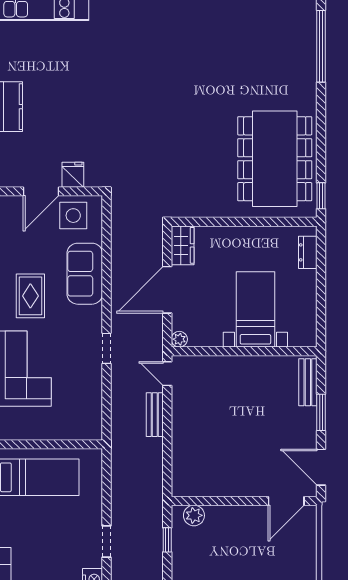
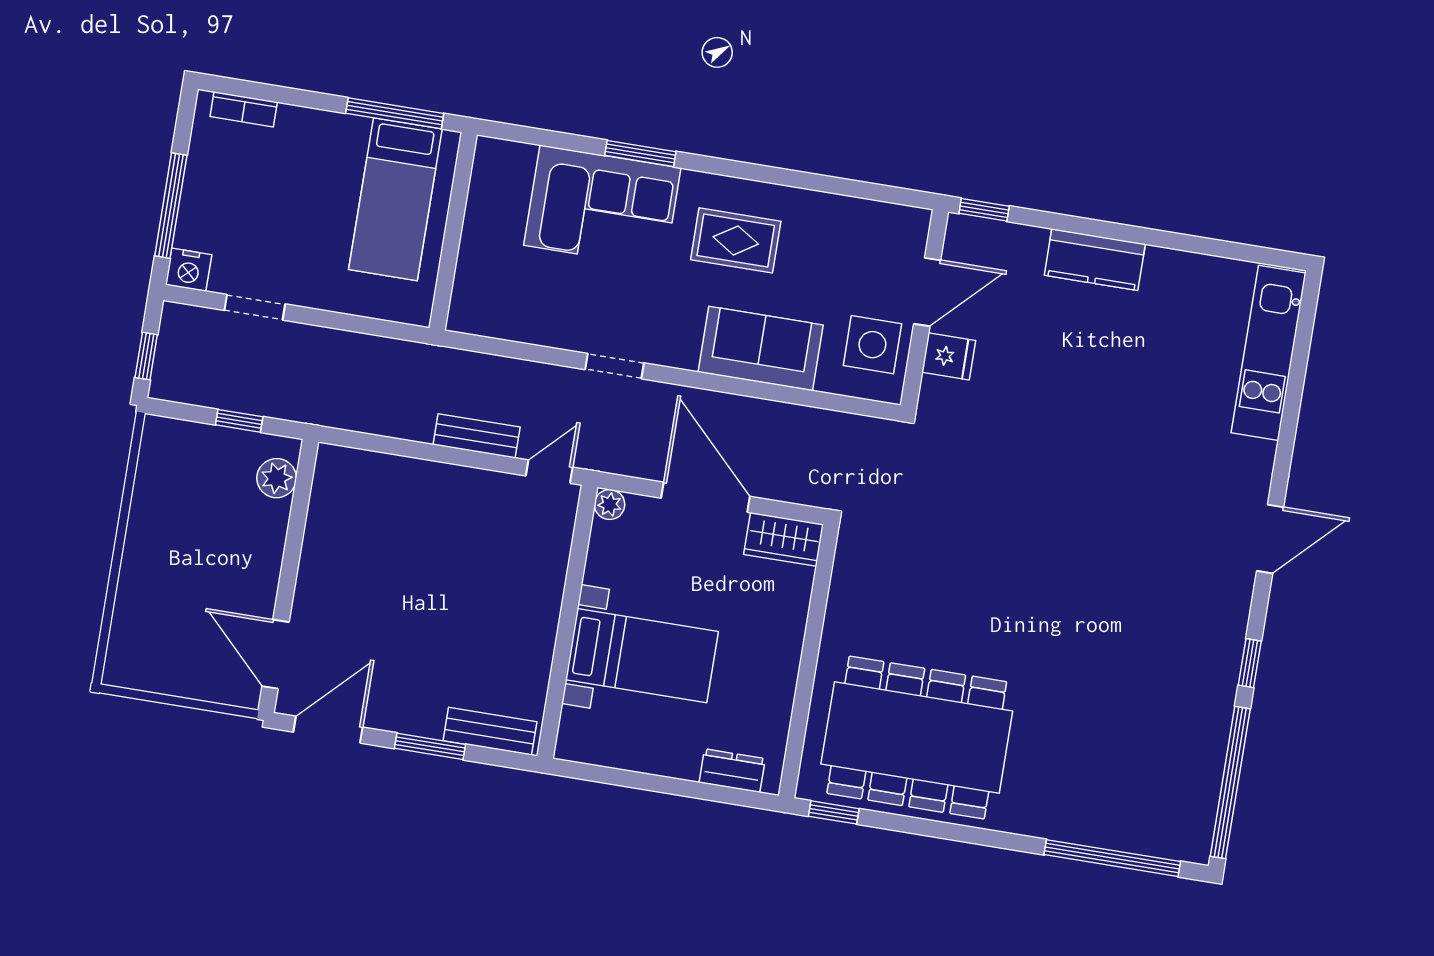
door: (41, 191) -> (927, 292), swing flipped

